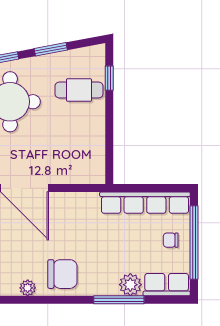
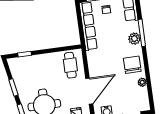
cafe table: (79, 90) -> (70, 65), moved
plant: (130, 285) -> (134, 39), moved

